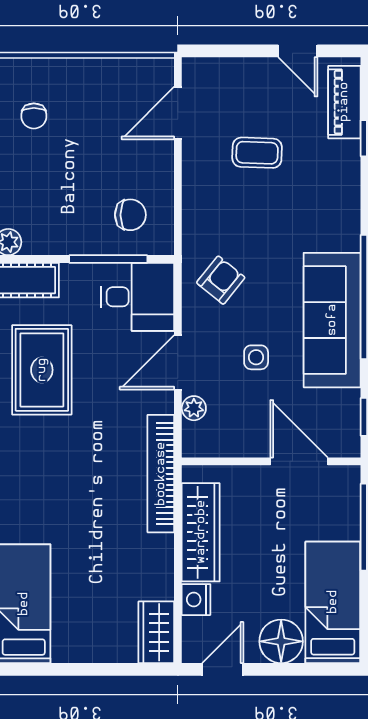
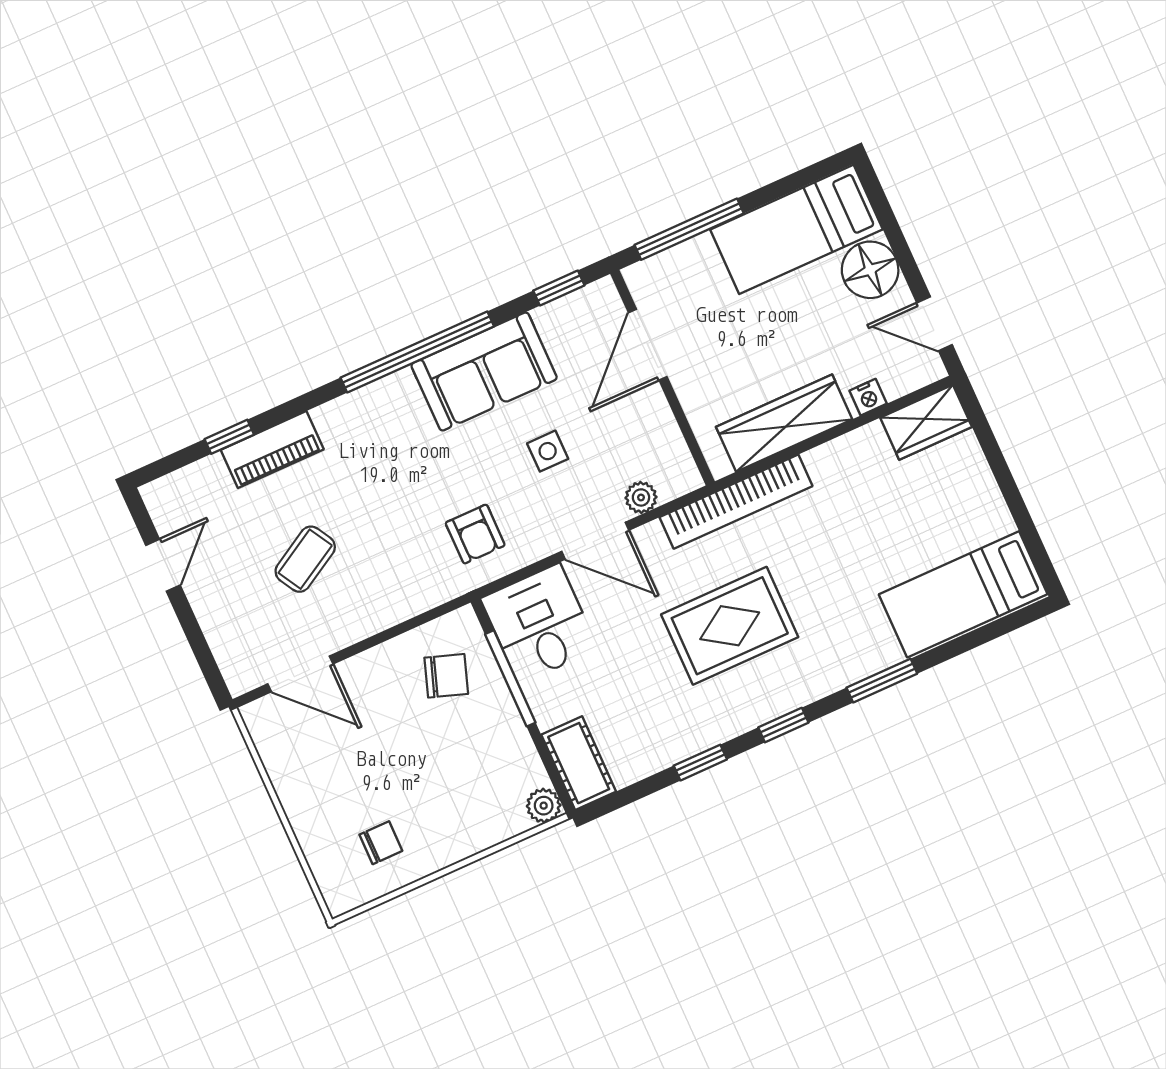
piano: (344, 102) -> (272, 450), moved
coffee table: (257, 153) -> (305, 559), turned 58
chair: (130, 215) -> (446, 676), turned 109
armchair: (221, 280) -> (475, 534), turned -129
sofa: (332, 320) -> (484, 371), width x0.73
rug: (42, 370) -> (730, 626), moved
nightstand: (196, 600) -> (868, 397), width x0.72, depth x0.74

